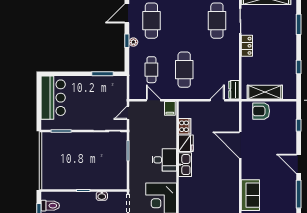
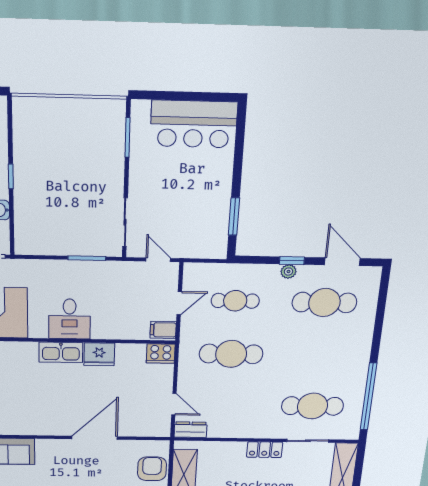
cooker: (185, 126) -> (161, 354), moved

